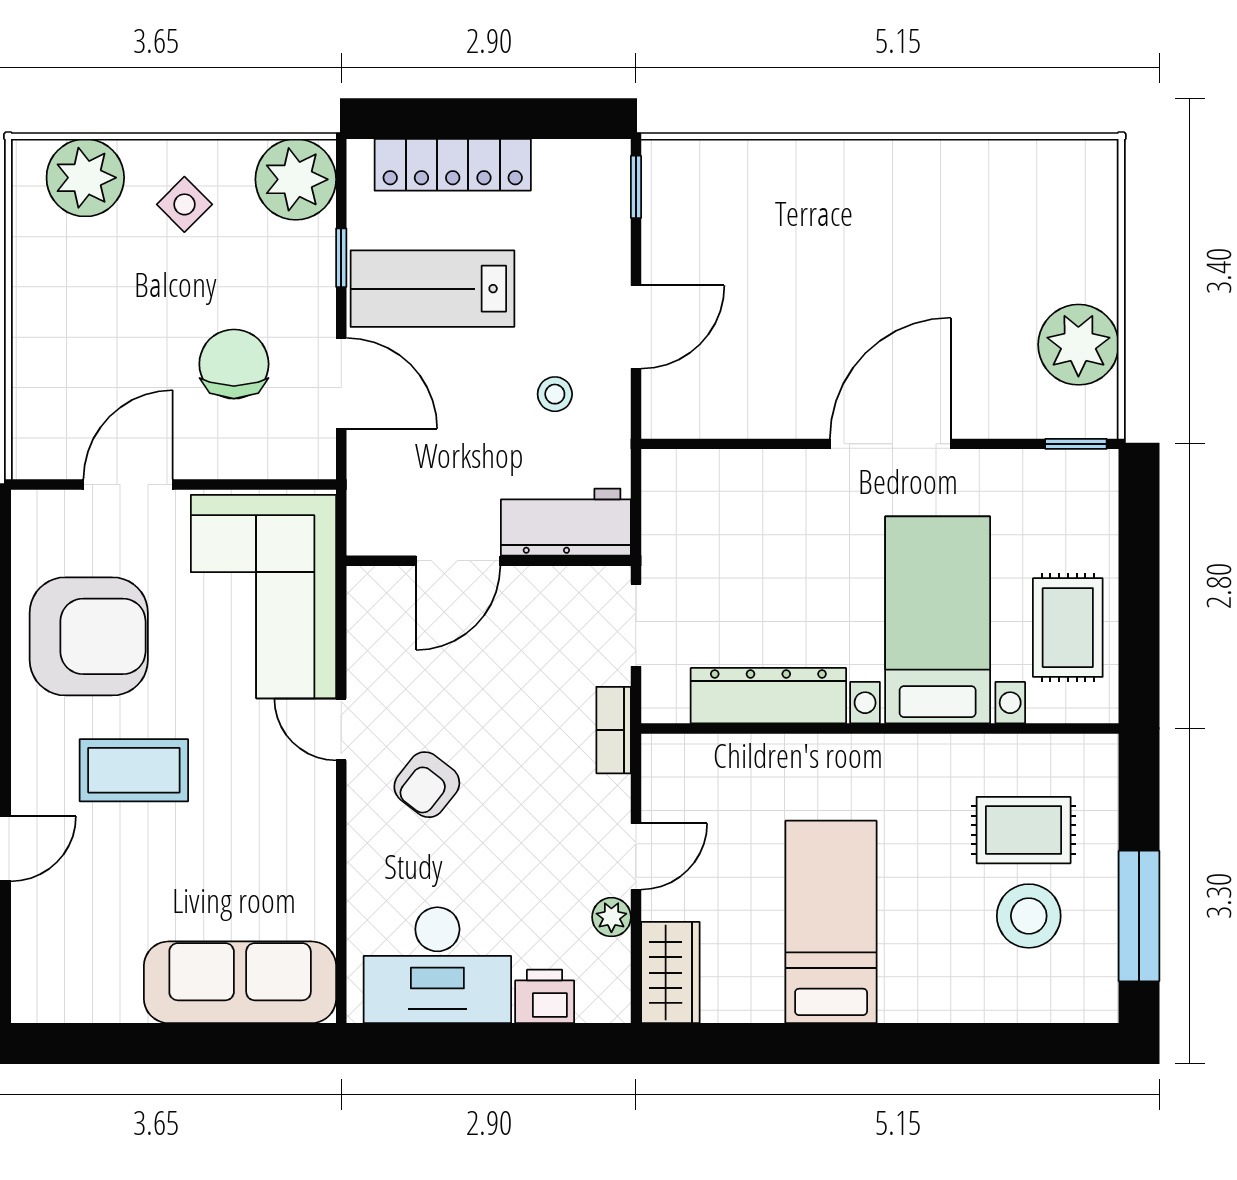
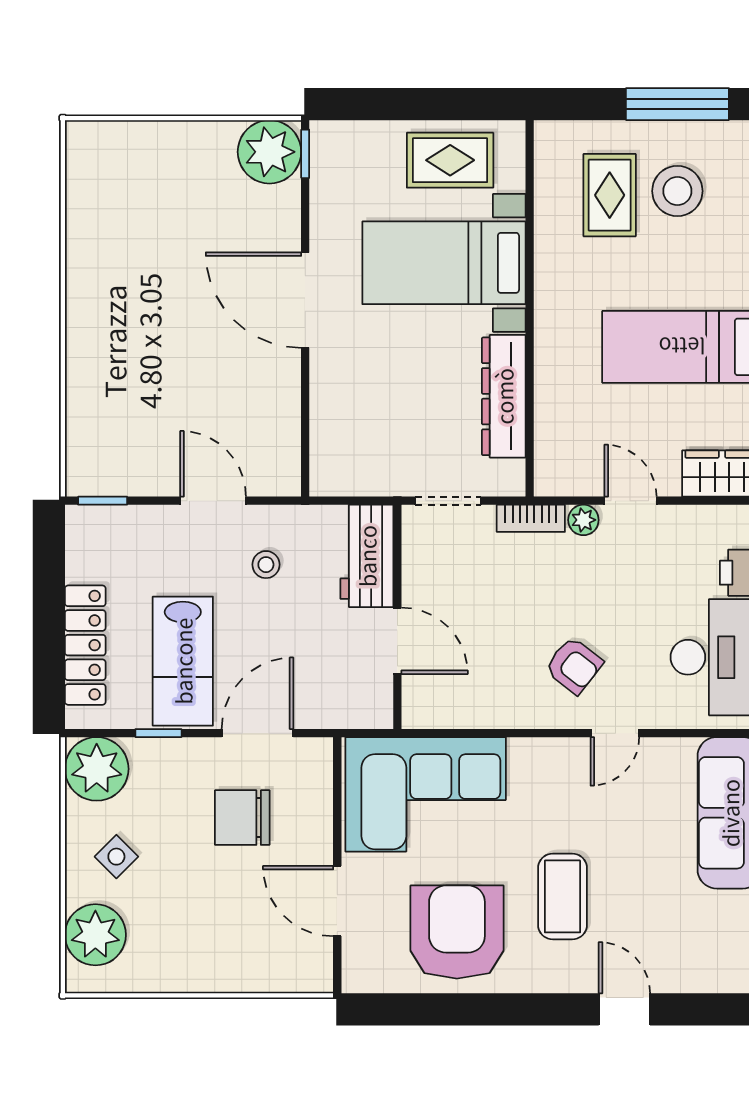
plant: (1078, 345) -> (269, 152), moved
door: (341, 729) -> (615, 733), moved
plant: (611, 917) -> (583, 520), moved

